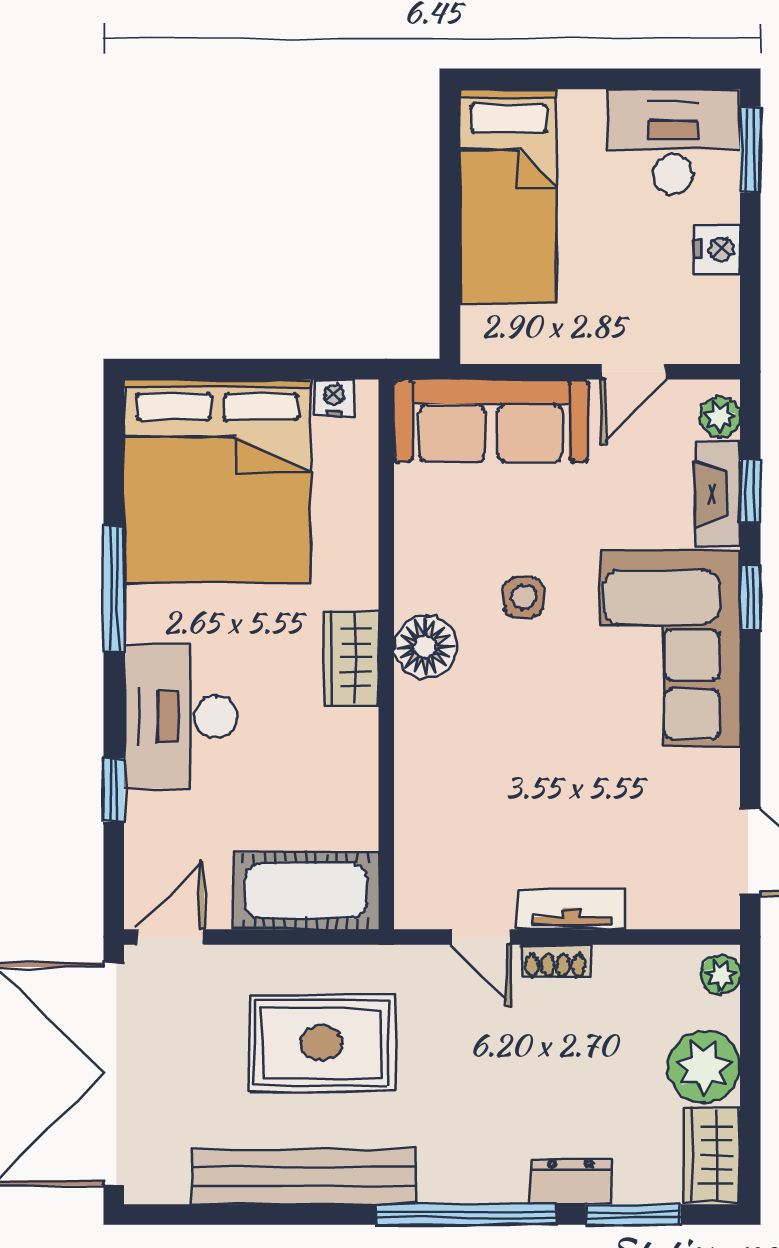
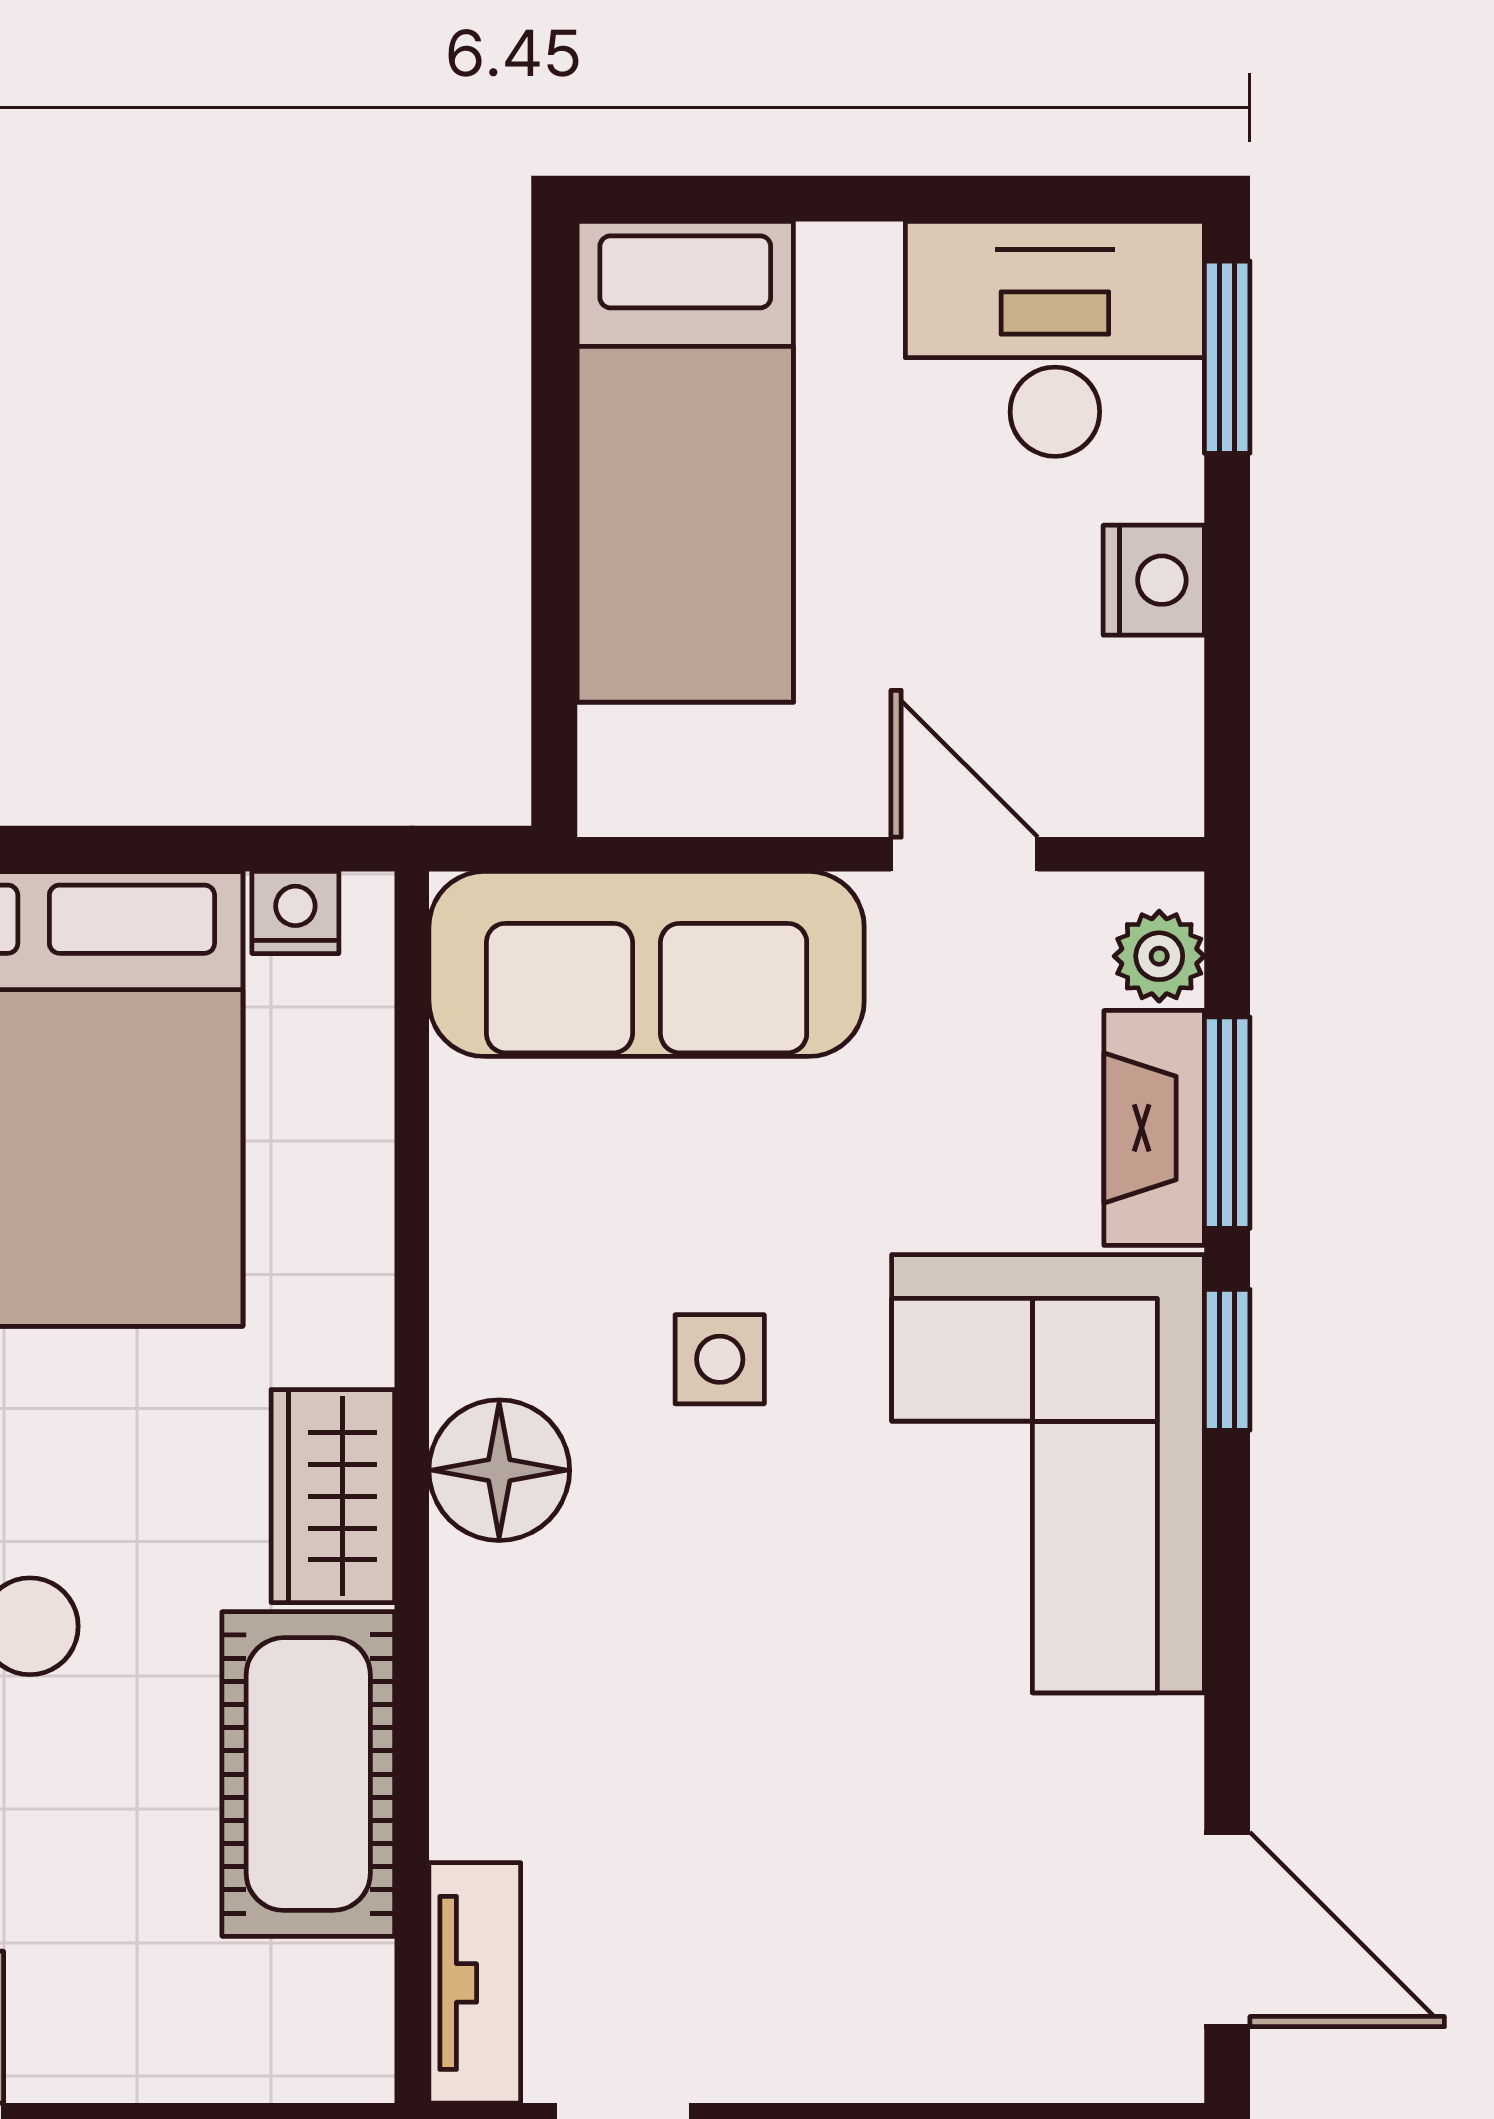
door: (633, 372) -> (964, 854), swing flipped
window: (750, 492) -> (1227, 1123), width x1.50
cot: (306, 891) -> (308, 1774), moved, turned 90
tv unit: (571, 909) -> (475, 1983), moved, turned 90

